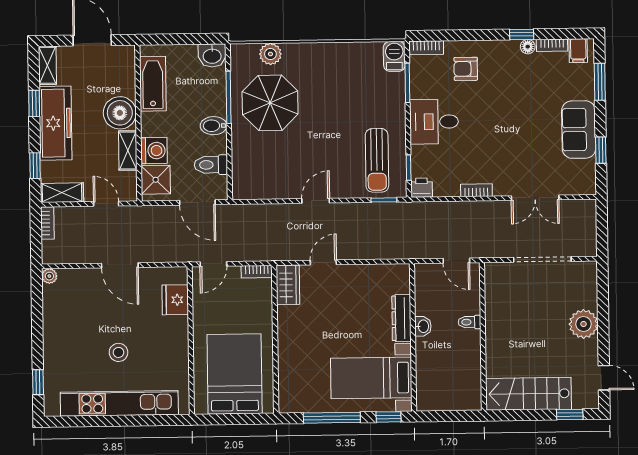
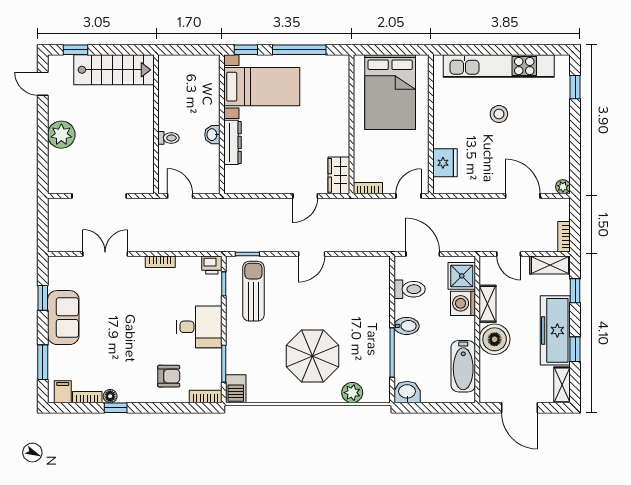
parasol: (270, 103) -> (312, 356), moved
door: (120, 265) -> (523, 196), moved

